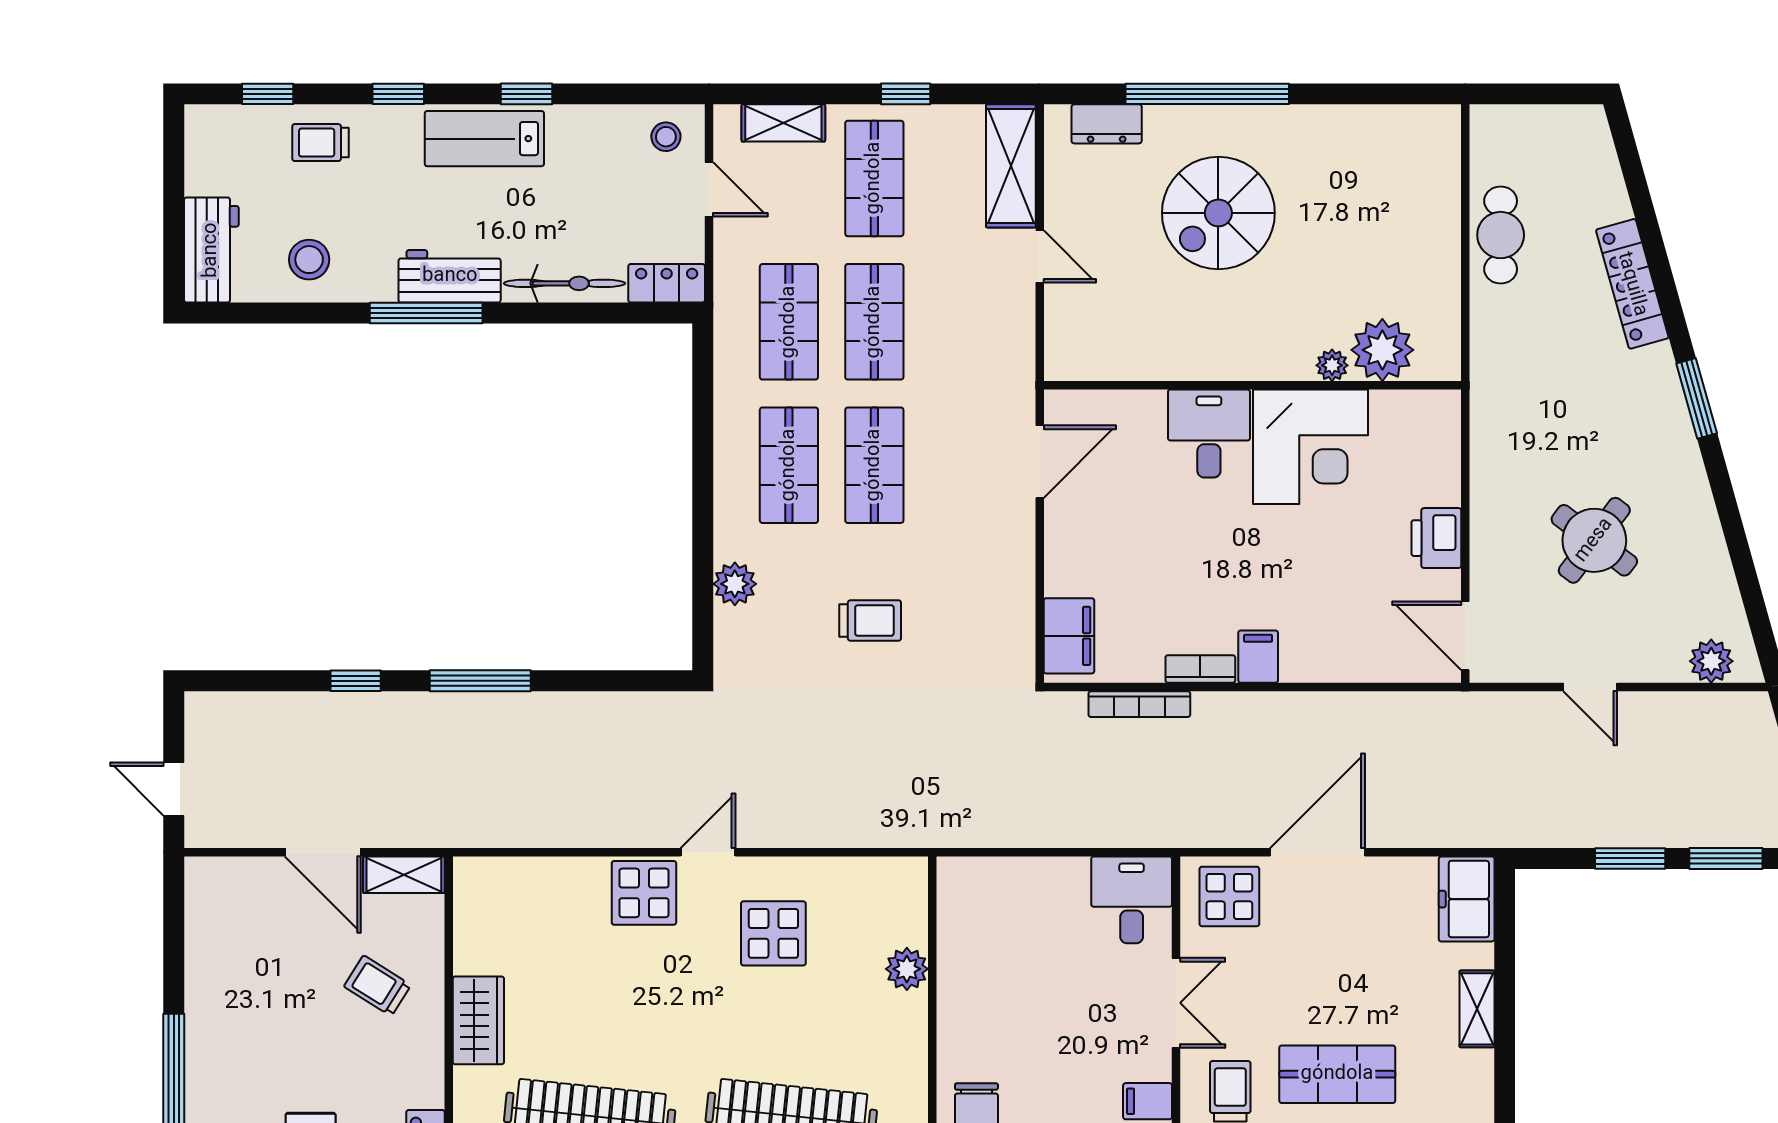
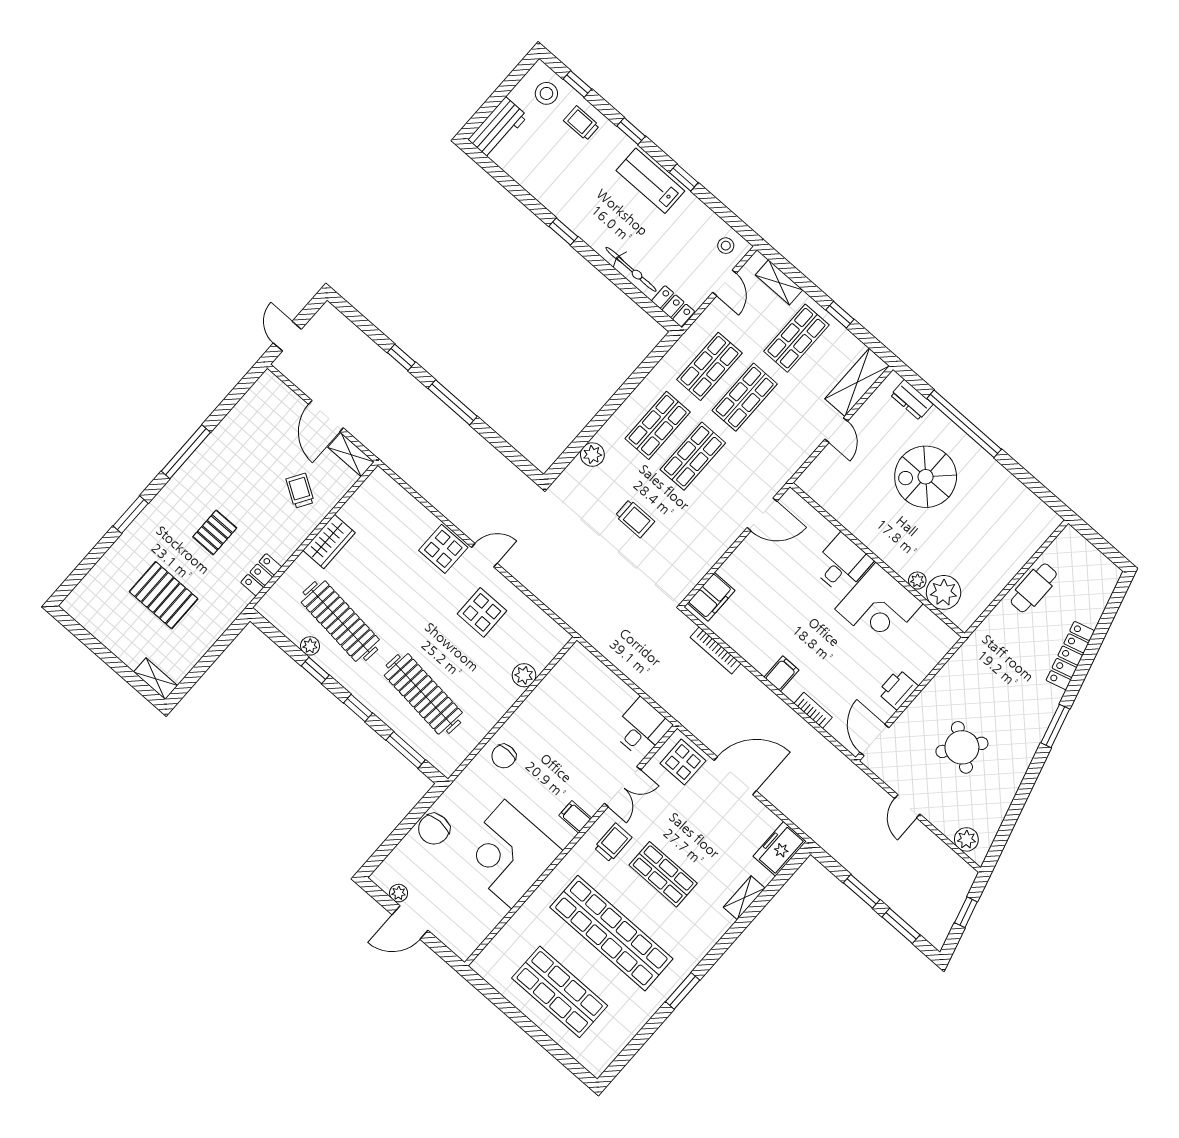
stool: (309, 260) -> (546, 93), moved
workbench: (450, 276) -> (586, 225), removed
window: (426, 313) -> (563, 231), width x0.46
bookcase: (1200, 669) -> (813, 710), moved

